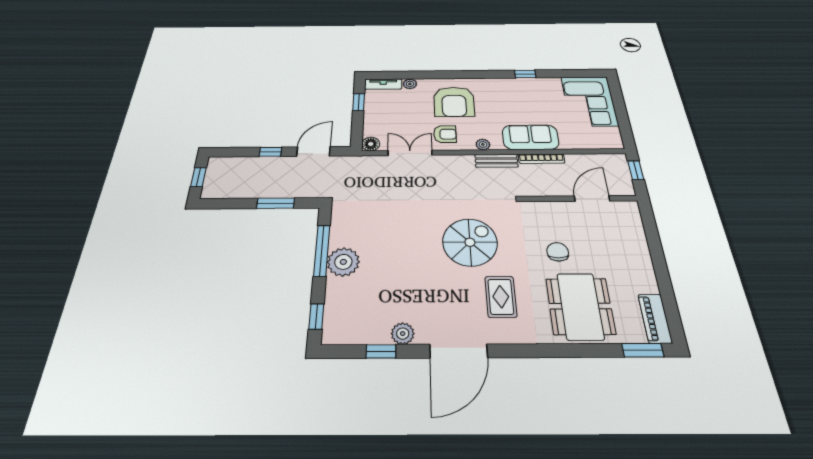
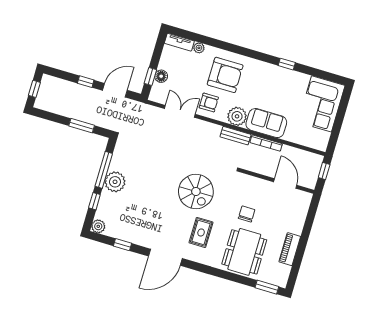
window: (359, 102) -> (150, 76), moved
armchair: (454, 102) -> (225, 75), turned -90
floor lamp: (371, 144) -> (161, 76), moved
plant: (483, 144) -> (237, 116), width x1.88, depth x1.88
door: (592, 198) -> (285, 184), hinge flipped
spiral stairs: (470, 242) -> (196, 191), turned 90
window: (316, 317) -> (94, 201), moved
piano: (655, 318) -> (290, 249), moved
plant: (403, 334) -> (98, 226), moved

